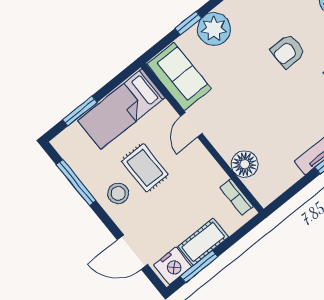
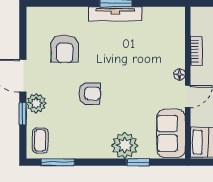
floor lamp: (245, 164) -> (179, 74), moved, width x0.53, depth x0.53
bookcase: (237, 197) -> (196, 51), moved

